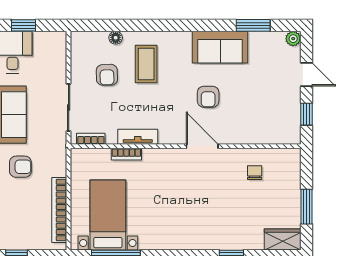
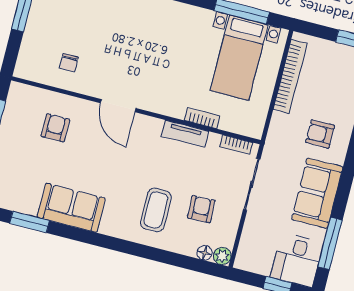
floor lamp: (116, 38) -> (205, 253), moved
plant: (78, 39) -> (222, 256), added
armchair: (208, 97) -> (55, 128), moved

